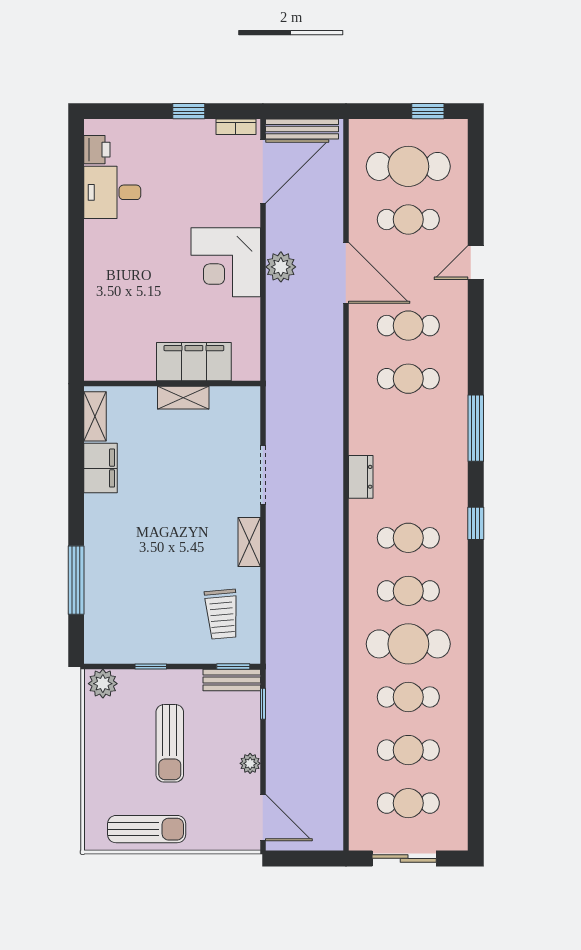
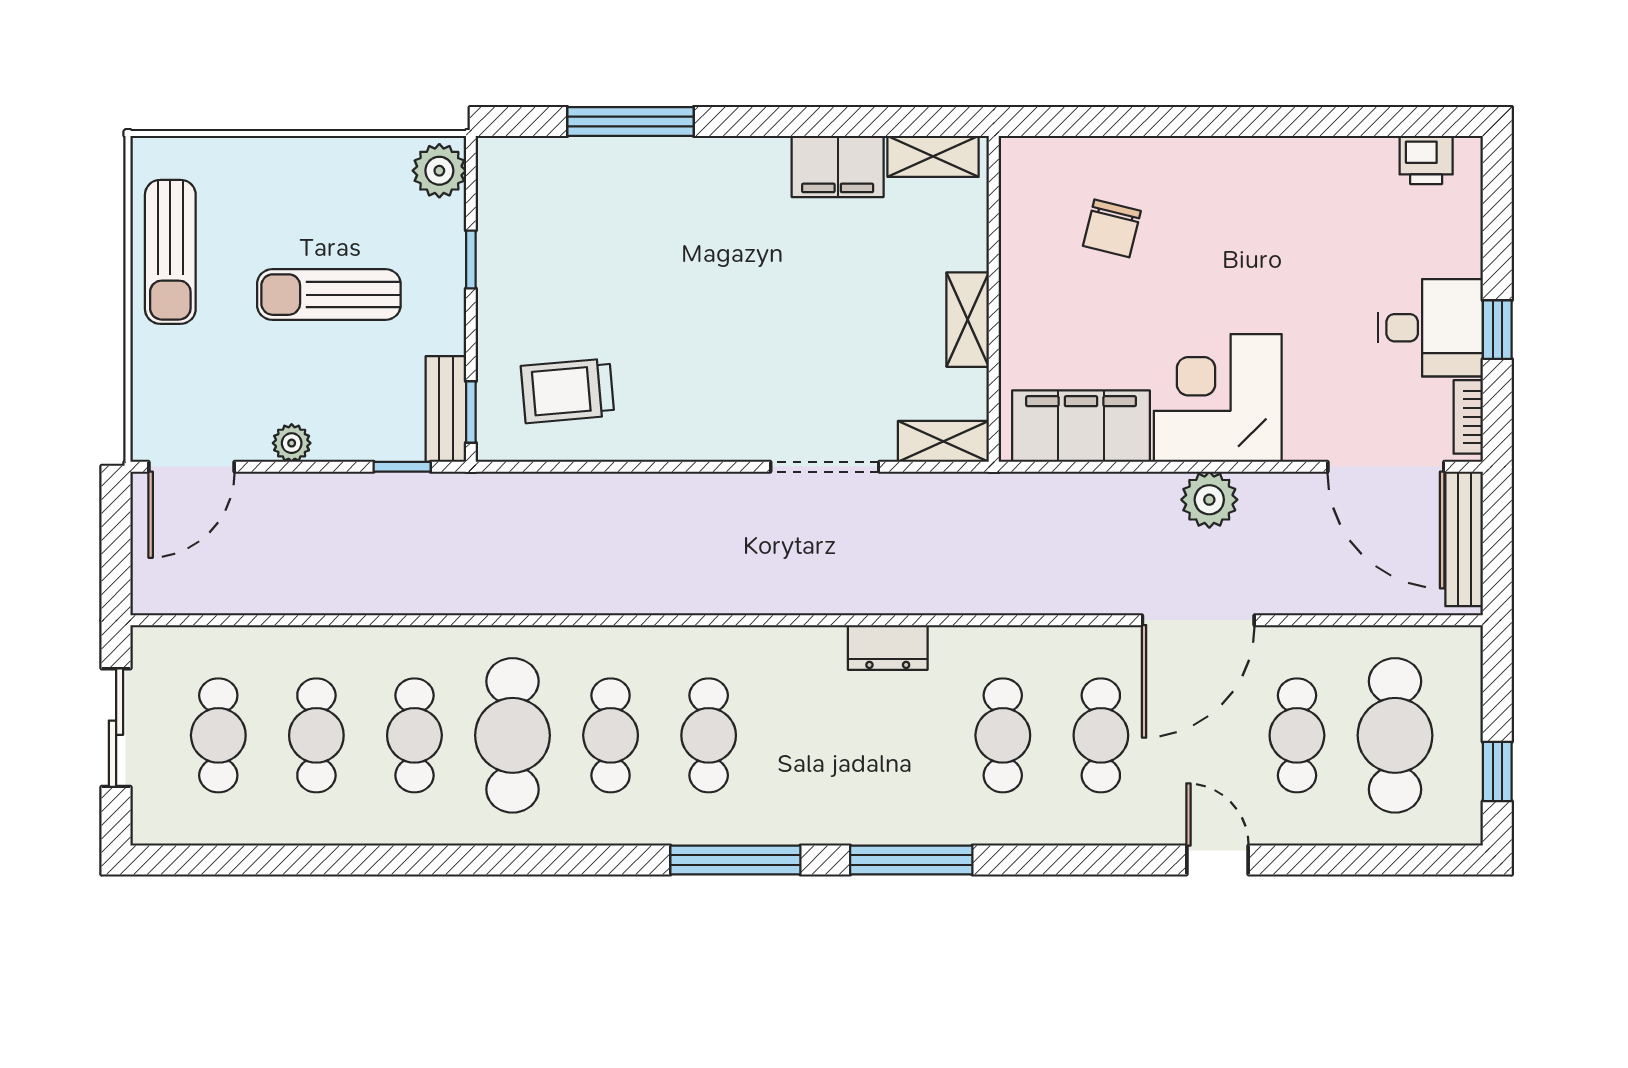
desk: (112, 192) -> (1430, 328), moved, turned 90
chair: (134, 320) -> (1112, 228), added
filing cabinet: (194, 362) -> (1081, 426), moved, turned -90
dresser: (361, 477) -> (888, 647), moved
window: (476, 523) -> (735, 860), width x2.17
shelving: (249, 542) -> (943, 441), moved

